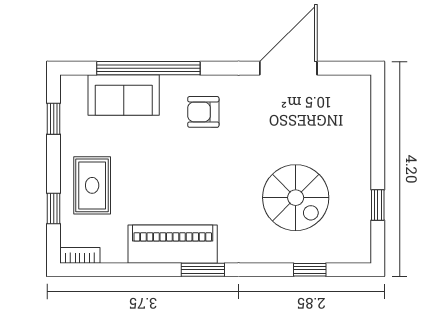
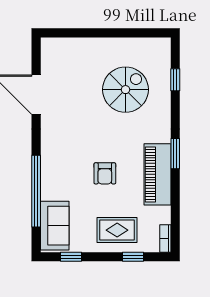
sofa: (124, 95) -> (55, 226), moved
armchair: (203, 112) -> (105, 173), moved
window: (378, 205) -> (131, 33), removed

